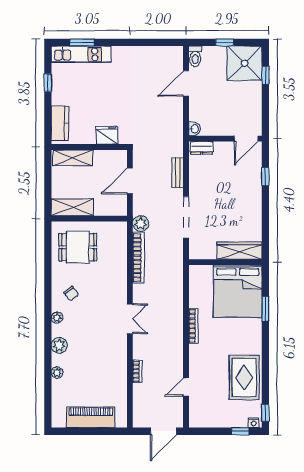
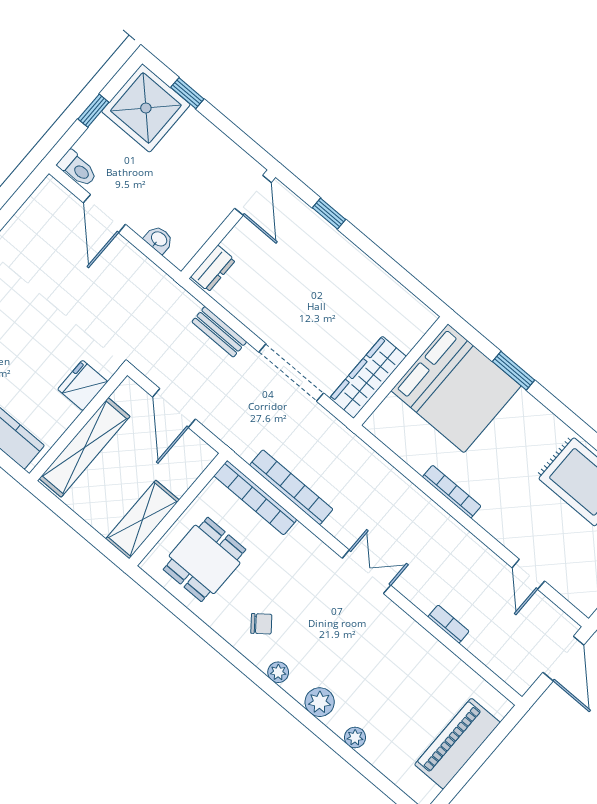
washbasin: (194, 129) -> (159, 239), moved
shelving: (73, 158) -> (85, 447), width x1.47
plant: (141, 223) -> (246, 443), removed
bookcase: (121, 246) -> (255, 498), added
wardrobe: (239, 251) -> (368, 377), moved

